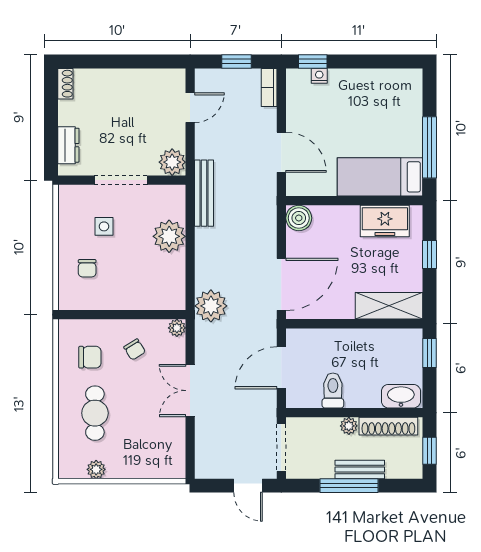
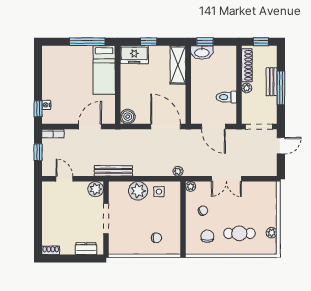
freezer: (385, 221) -> (134, 55), moved, turned 90
side table: (104, 226) -> (159, 192), moved
plant: (211, 306) -> (178, 171), width x0.53, depth x0.53
washbasin: (401, 396) -> (202, 52), moved, turned -90

